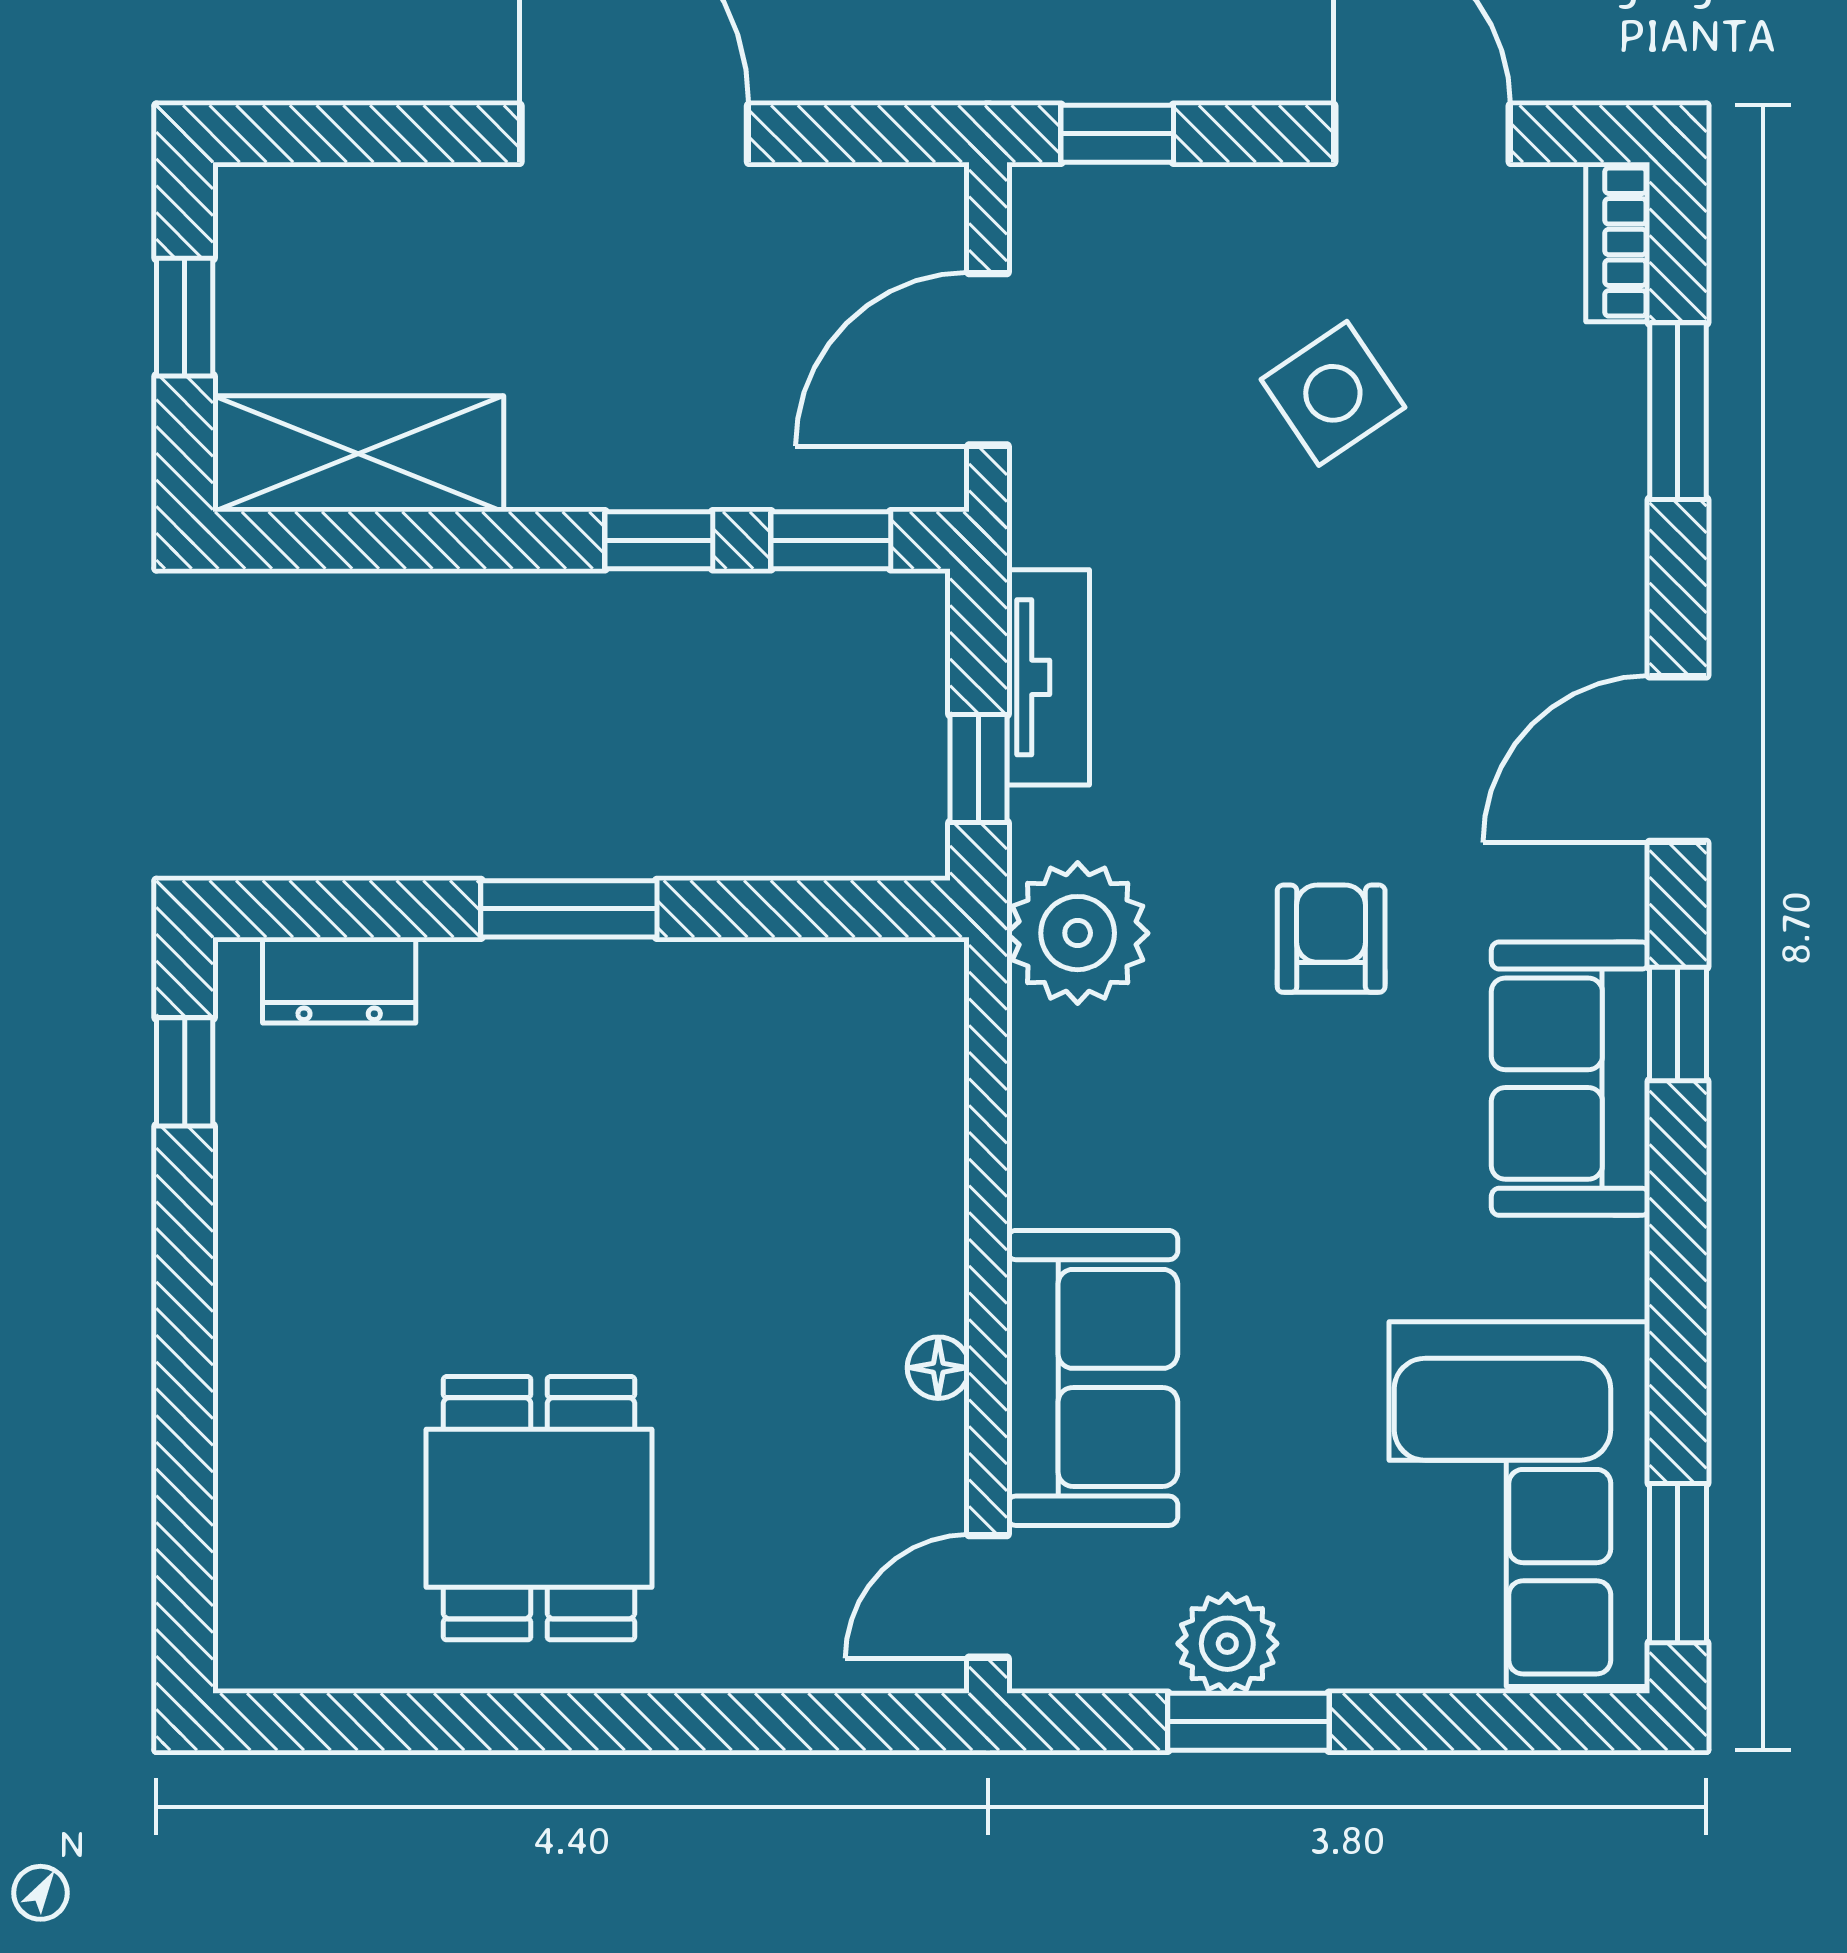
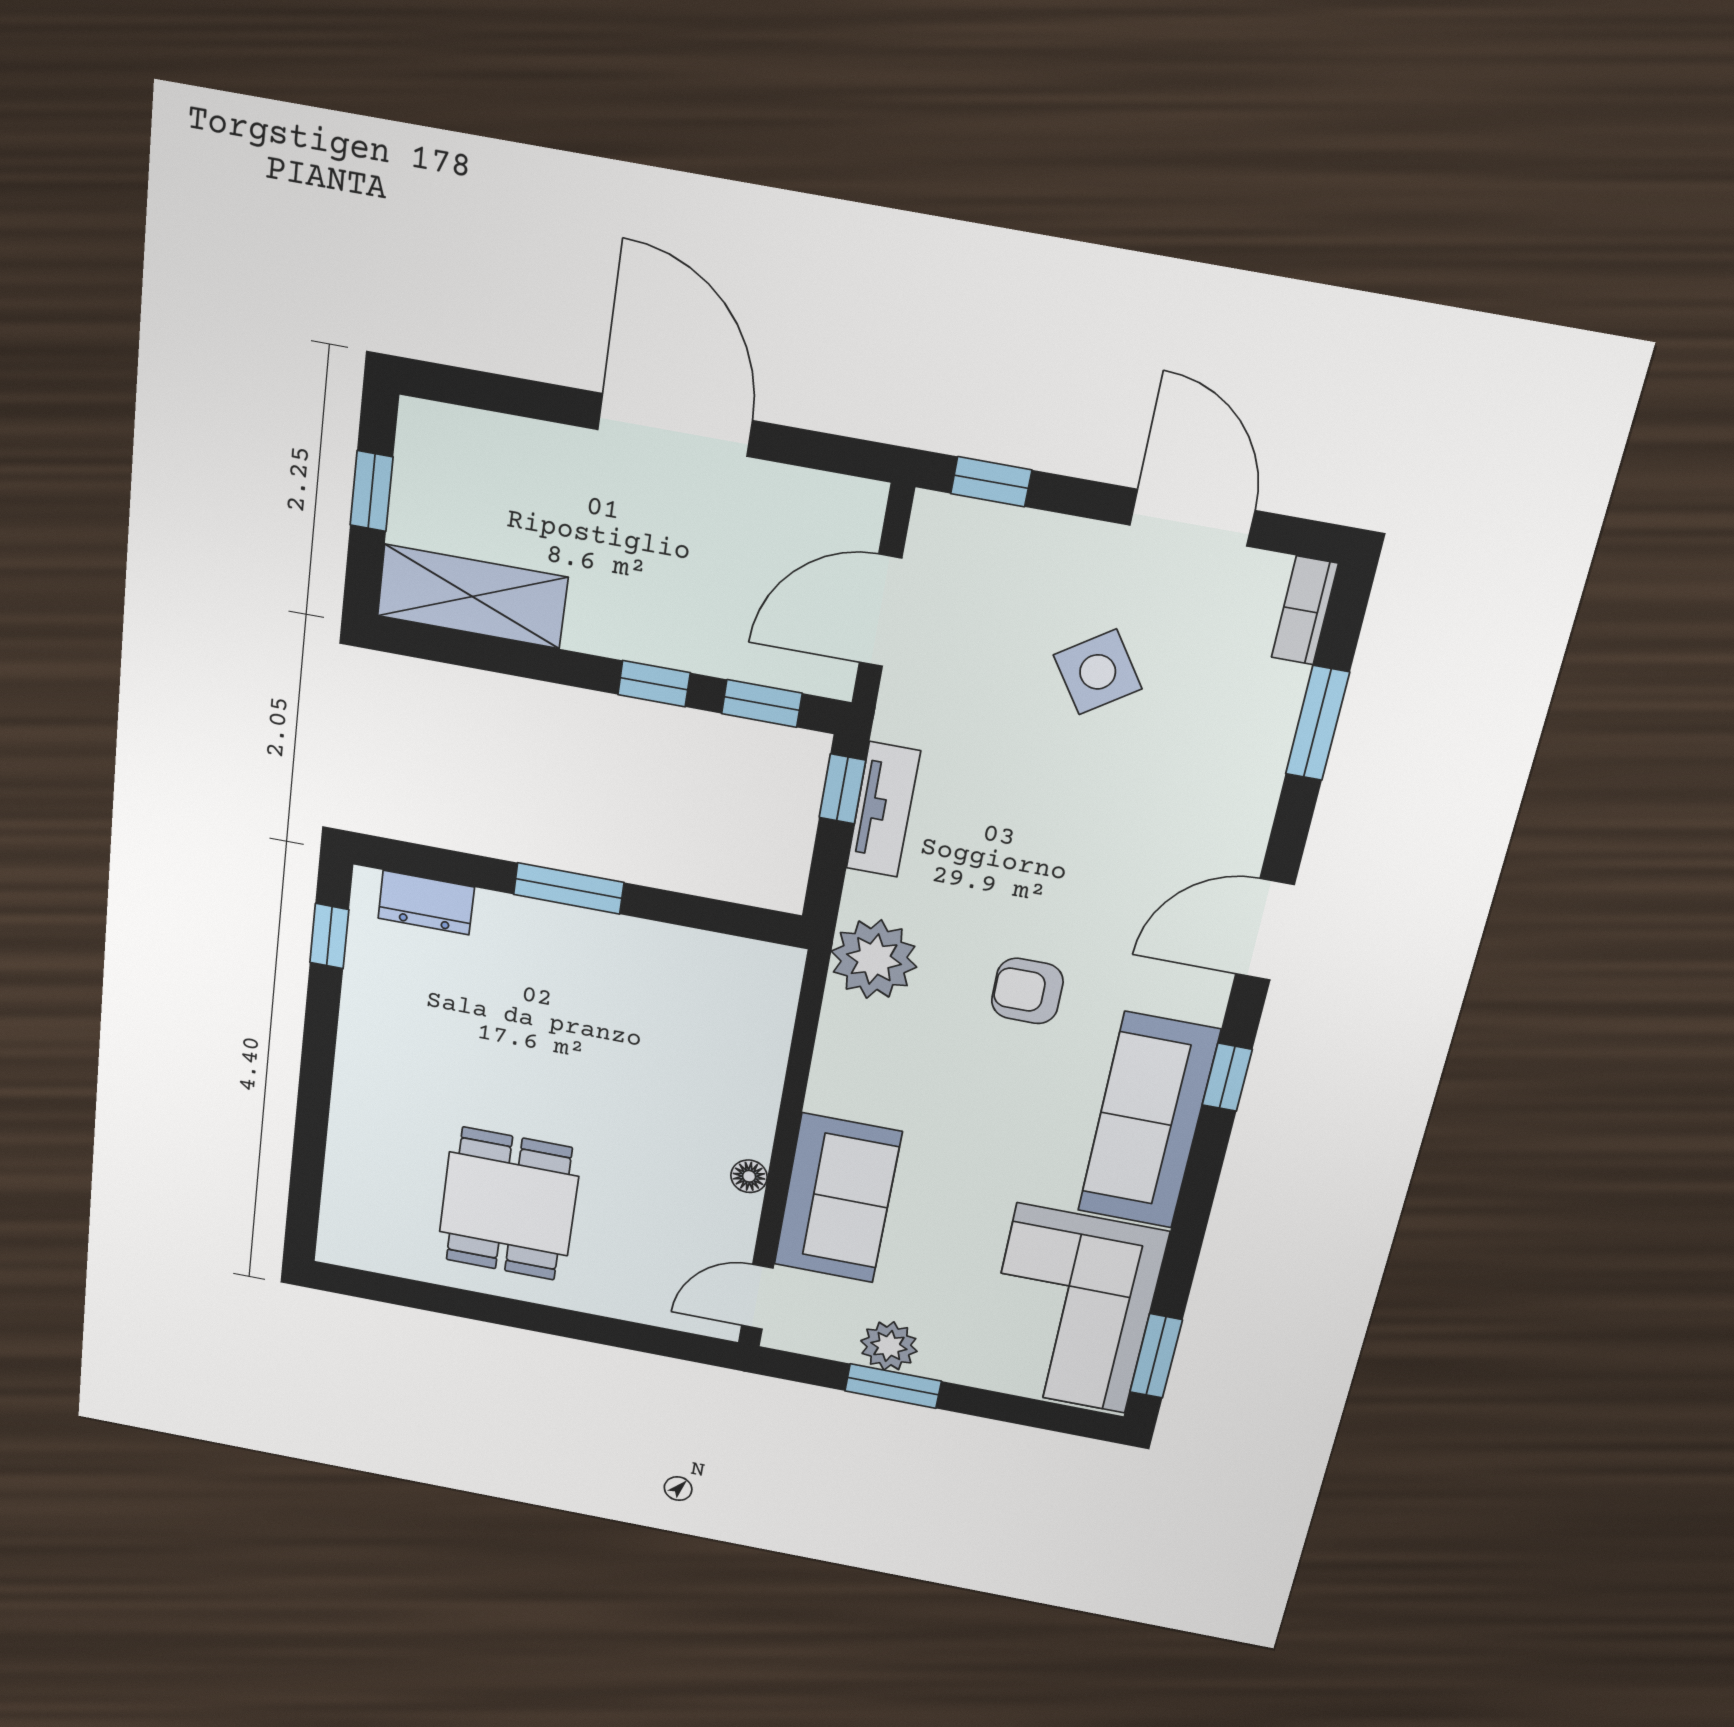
window: (979, 769) -> (842, 789), moved
armchair: (1331, 939) -> (1027, 991), turned -90
sofa: (1571, 1079) -> (1148, 1121), width x1.36

